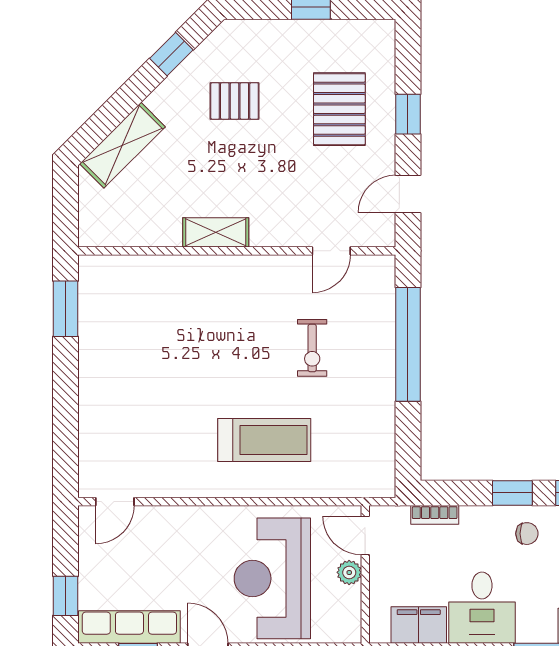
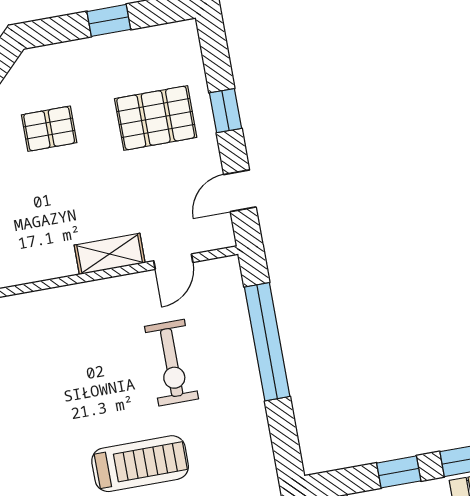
pallet: (339, 109) -> (156, 118), turned 90
shelving: (216, 232) -> (110, 254), moved
exercise bike: (312, 348) -> (172, 363), width x1.38, depth x1.39

